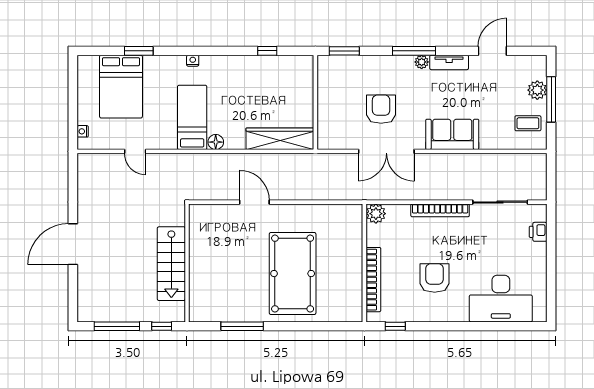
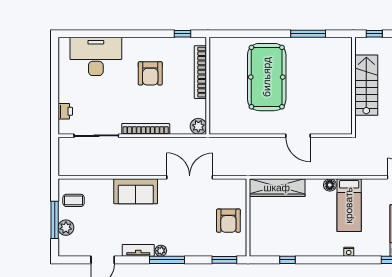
armchair: (381, 109) -> (228, 221), moved

